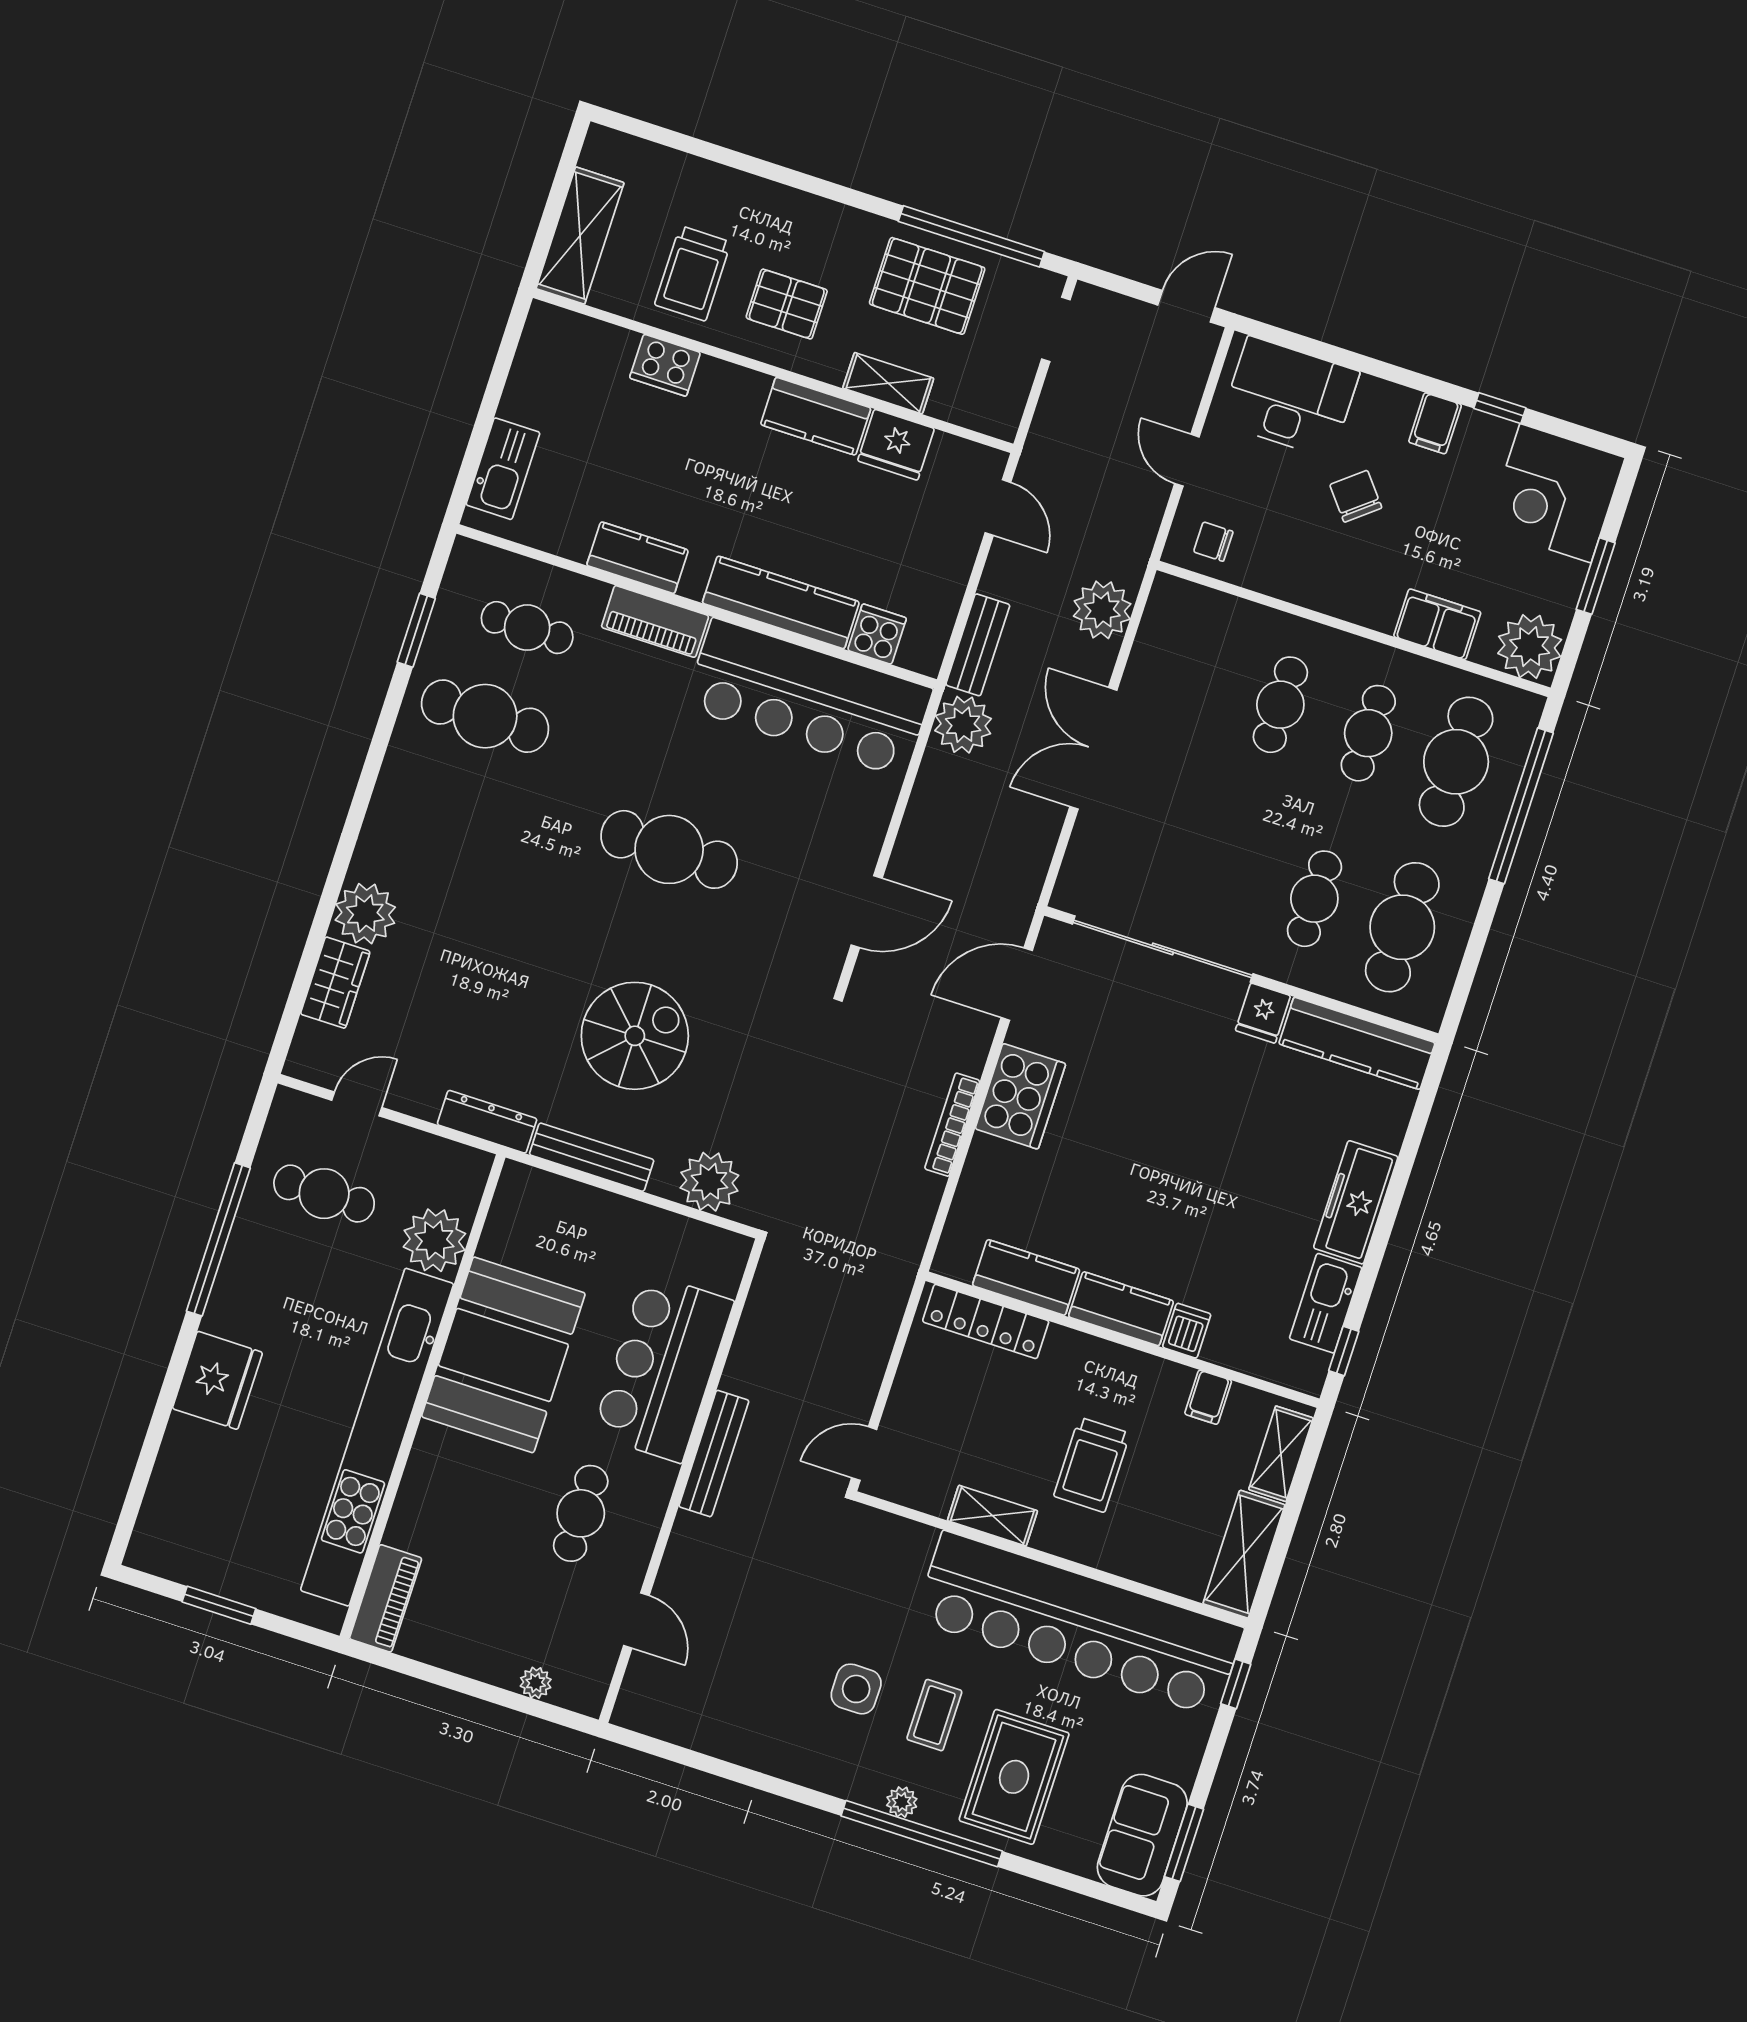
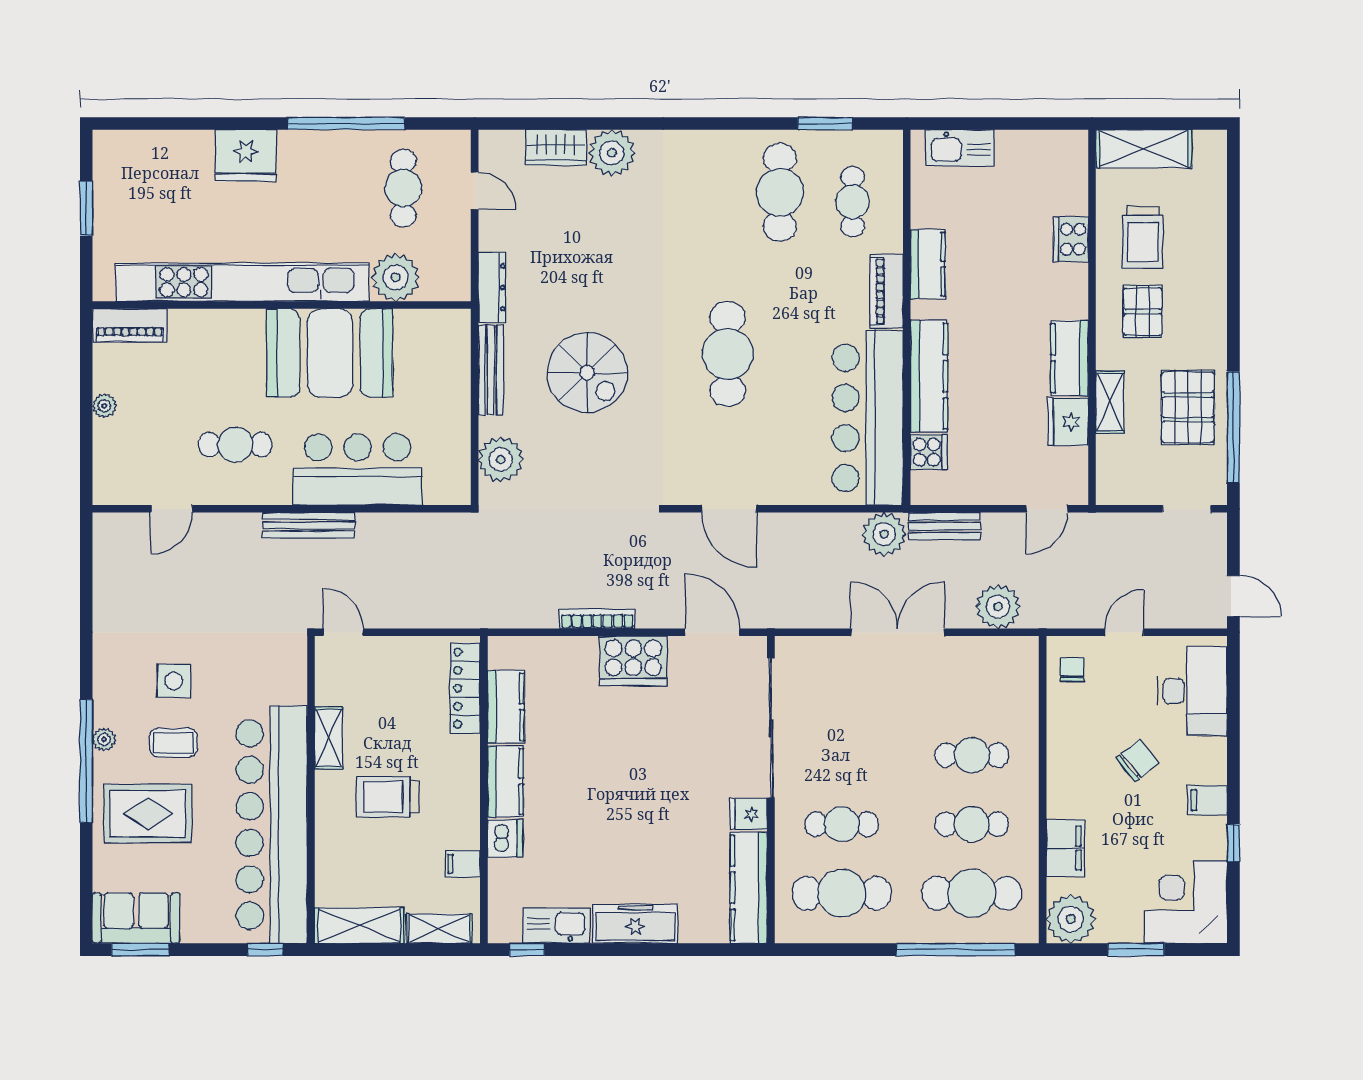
trolley: (693, 273) -> (1143, 238), turned -90
dishwasher: (1187, 1331) -> (505, 838), width x1.38
plant: (536, 1683) -> (104, 406), moved

